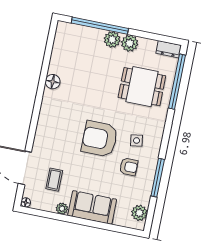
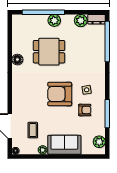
plant: (130, 43) -> (81, 21), moved
dining table: (142, 87) -> (49, 52), moved

